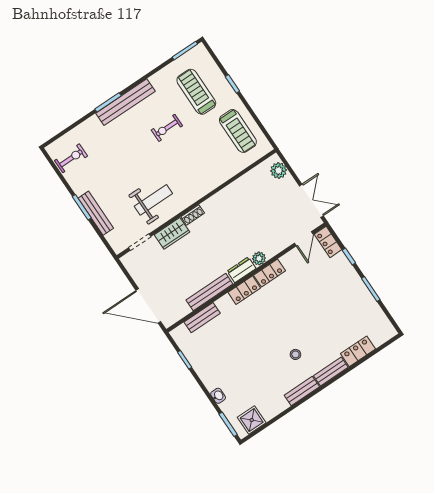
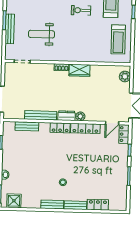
weight bench: (153, 200) -> (42, 34), moved, turned 180
wardrobe: (172, 233) -> (80, 70), moved
locker: (269, 273) -> (85, 128), width x1.53

